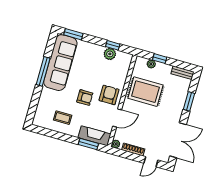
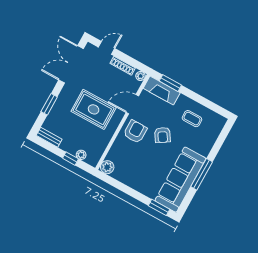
window: (113, 45) -> (118, 185), removed
plant: (110, 54) -> (107, 167), moved
rug: (145, 92) -> (94, 109), moved
armchair: (109, 95) -> (135, 132), turned 180
armchair: (85, 98) -> (163, 135), turned -123

